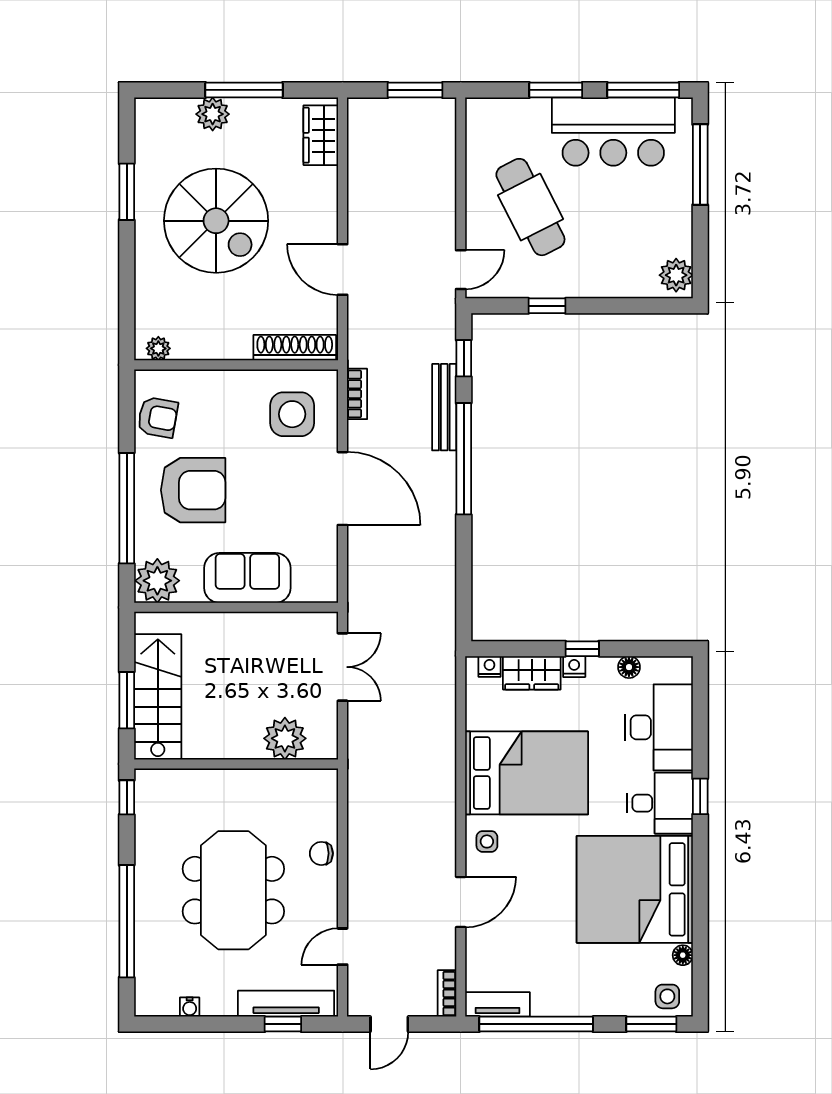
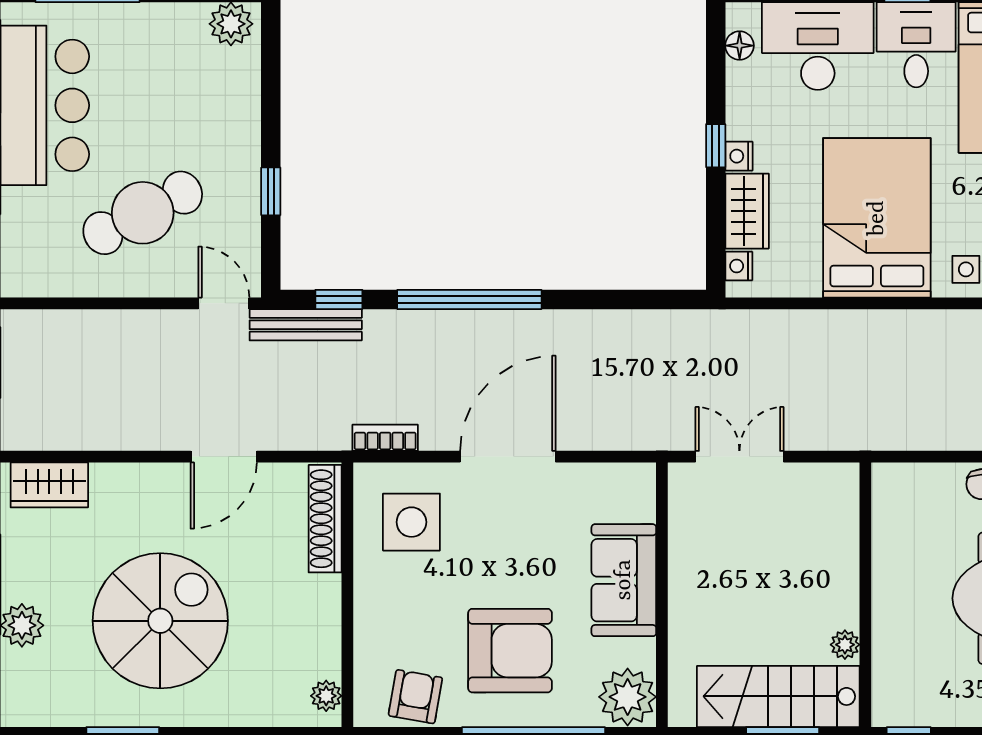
bench: (444, 407) -> (306, 325), moved
armchair: (193, 490) -> (510, 651), turned 90
floor lamp: (629, 667) -> (740, 46), moved
plant: (285, 738) -> (845, 645), moved, width x0.53, depth x0.53

